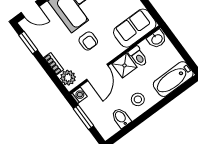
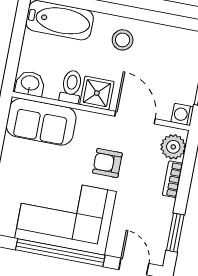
armchair: (88, 41) -> (107, 163), turned -90
door: (97, 73) -> (135, 118), hinge flipped
bidet: (121, 118) -> (163, 40), removed

